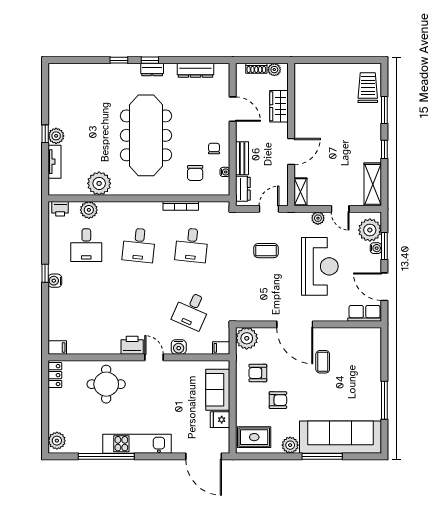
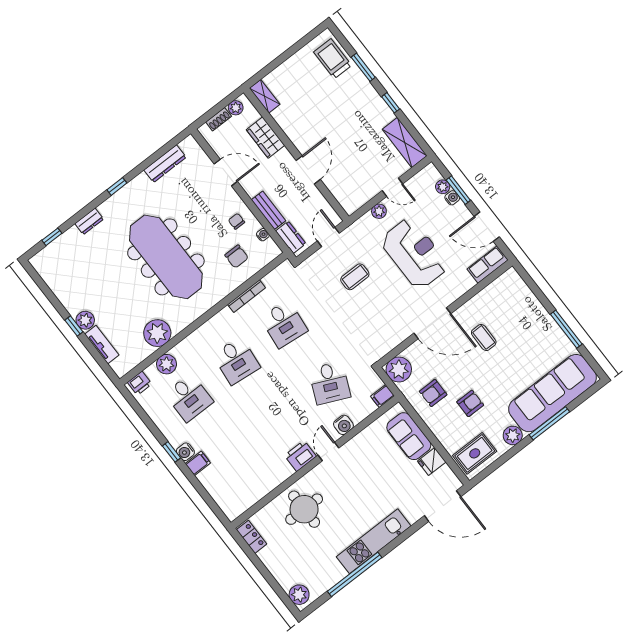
window: (119, 60) -> (52, 237), moved
dresser: (152, 70) -> (89, 221), moved
shelving: (301, 192) -> (265, 96), moved
plant: (370, 230) -> (443, 187), width x0.53, depth x0.53
filing cabinet: (57, 348) -> (198, 463), moved
door: (154, 357) -> (328, 452), hinge flipped

